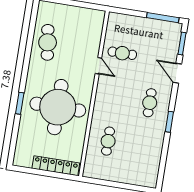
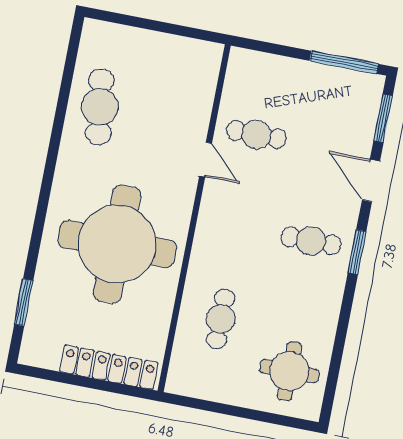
window: (20, 103) -> (24, 302), moved
cafe table: (150, 103) -> (311, 241), turned 90
window: (169, 122) -> (357, 252), moved
round table: (141, 165) -> (289, 371), added

